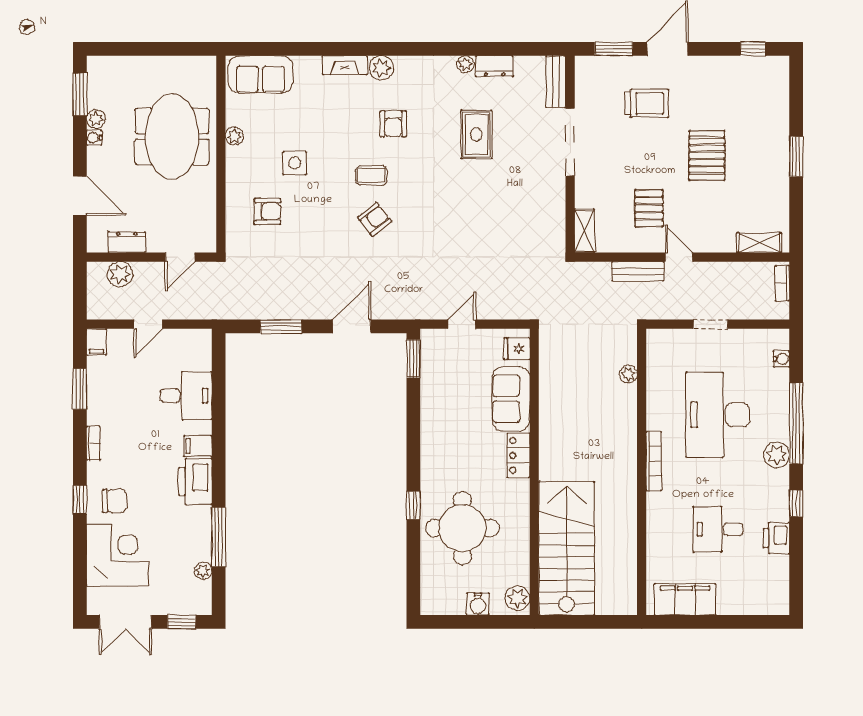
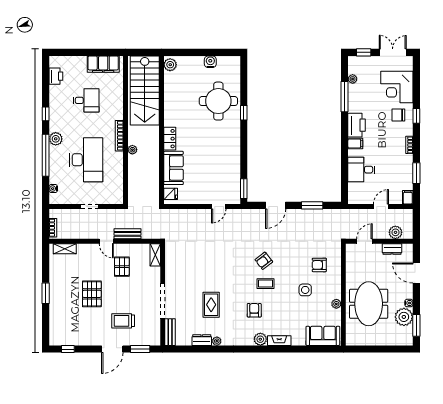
plant: (96, 119) -> (404, 317), width x1.88, depth x1.88
fridge: (517, 349) -> (171, 194), moved
plant: (628, 374) -> (132, 150), moved
sofa: (511, 399) -> (173, 168), moved
locker: (518, 455) -> (170, 139), moved
wall: (534, 472) -> (161, 130), moved
printer: (776, 538) -> (56, 76), moved
stairs: (567, 548) -> (145, 91), moved
plant: (517, 598) -> (170, 65), moved

